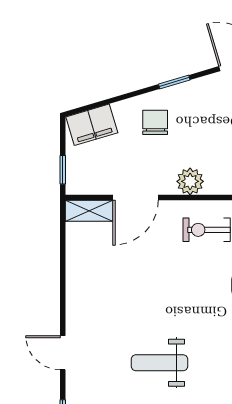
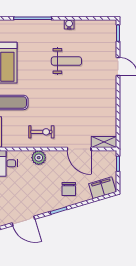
plant: (190, 181) -> (39, 158), moved
door: (136, 198) -> (79, 149), swing flipped

